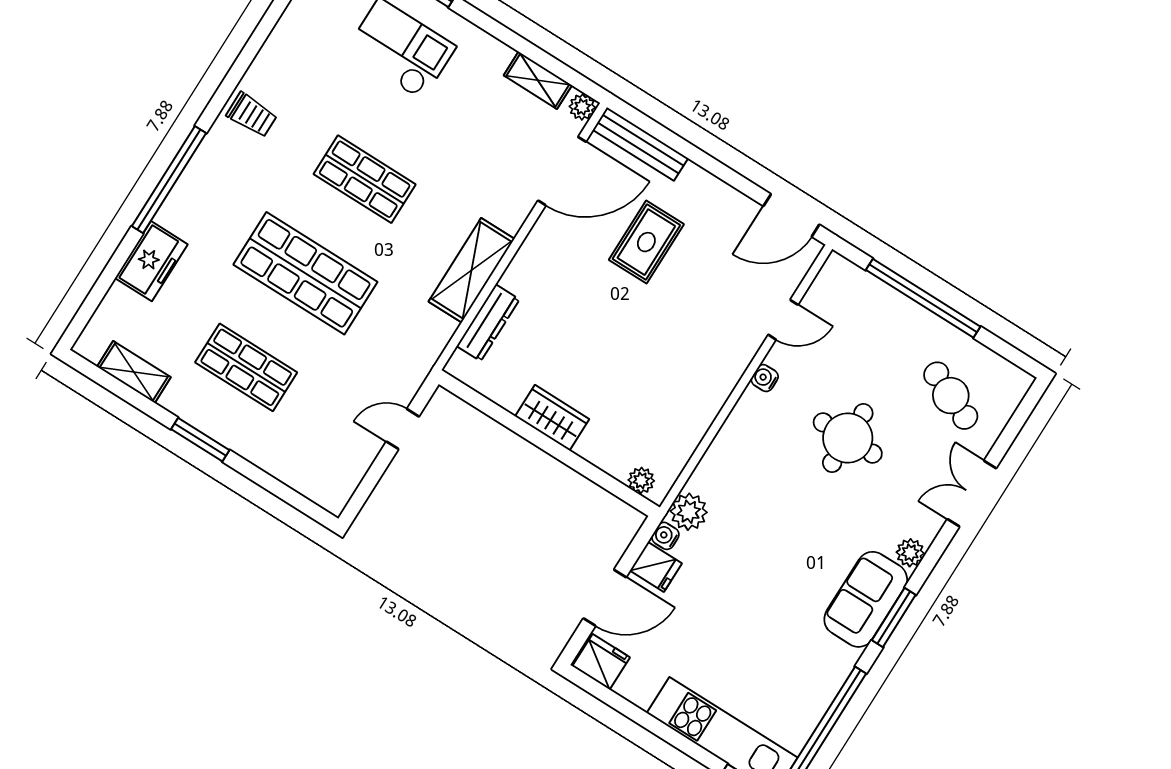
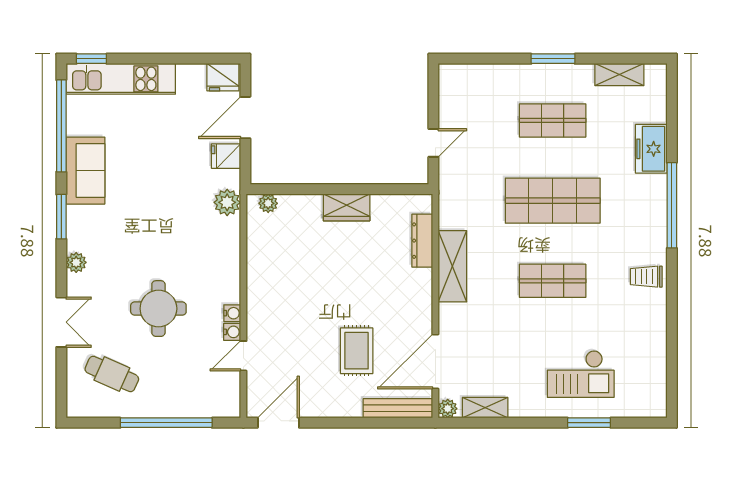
water cooler: (665, 536) -> (232, 332), moved
sofa: (866, 599) -> (85, 171), moved

